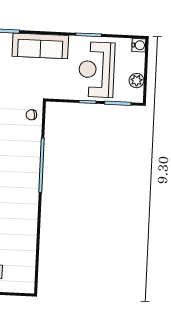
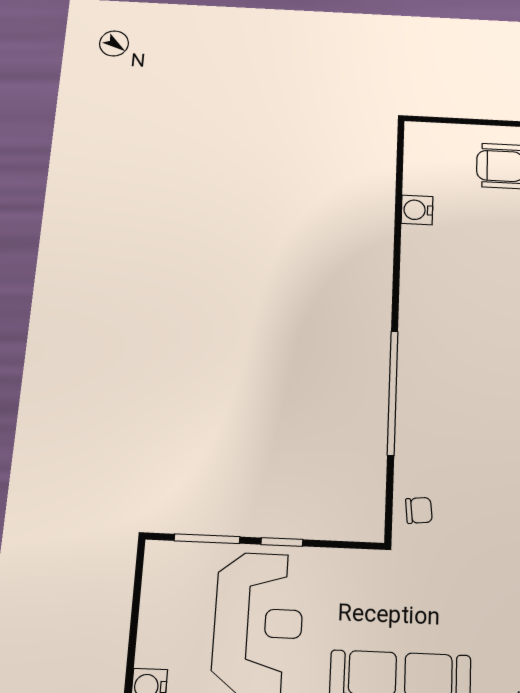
plant: (137, 81) -> (159, 595), removed
water cooler: (29, 250) -> (417, 210), added

